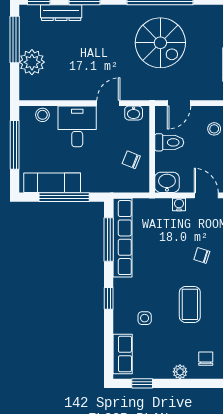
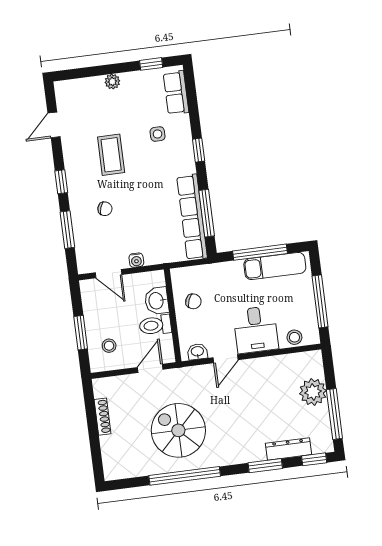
washbasin: (167, 182) -> (157, 301), moved, turned 90
chair: (206, 359) -> (87, 99), removed

